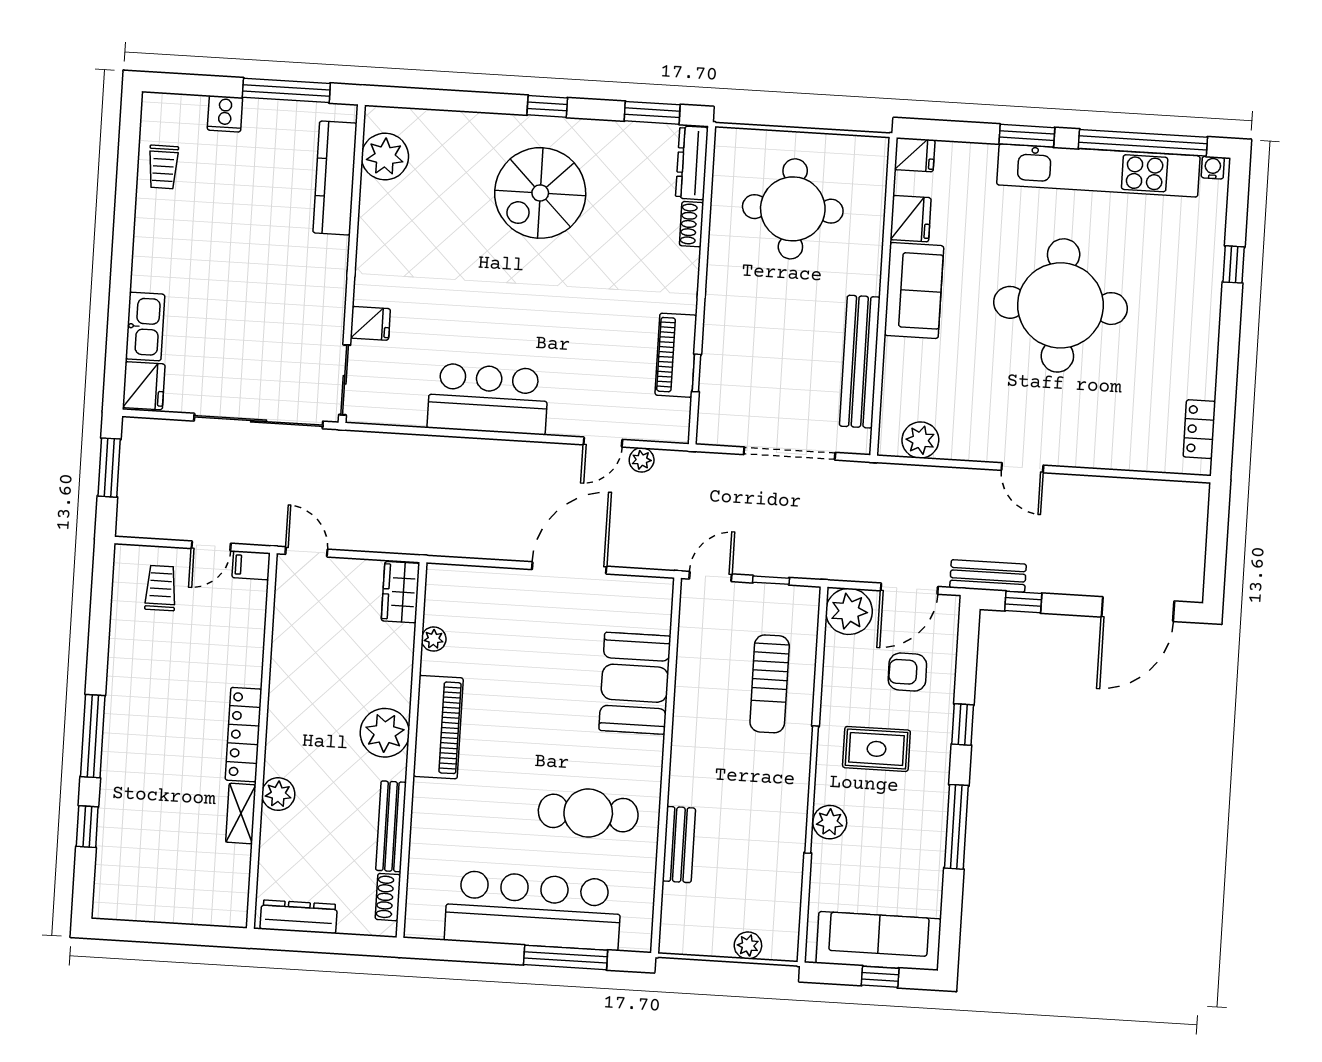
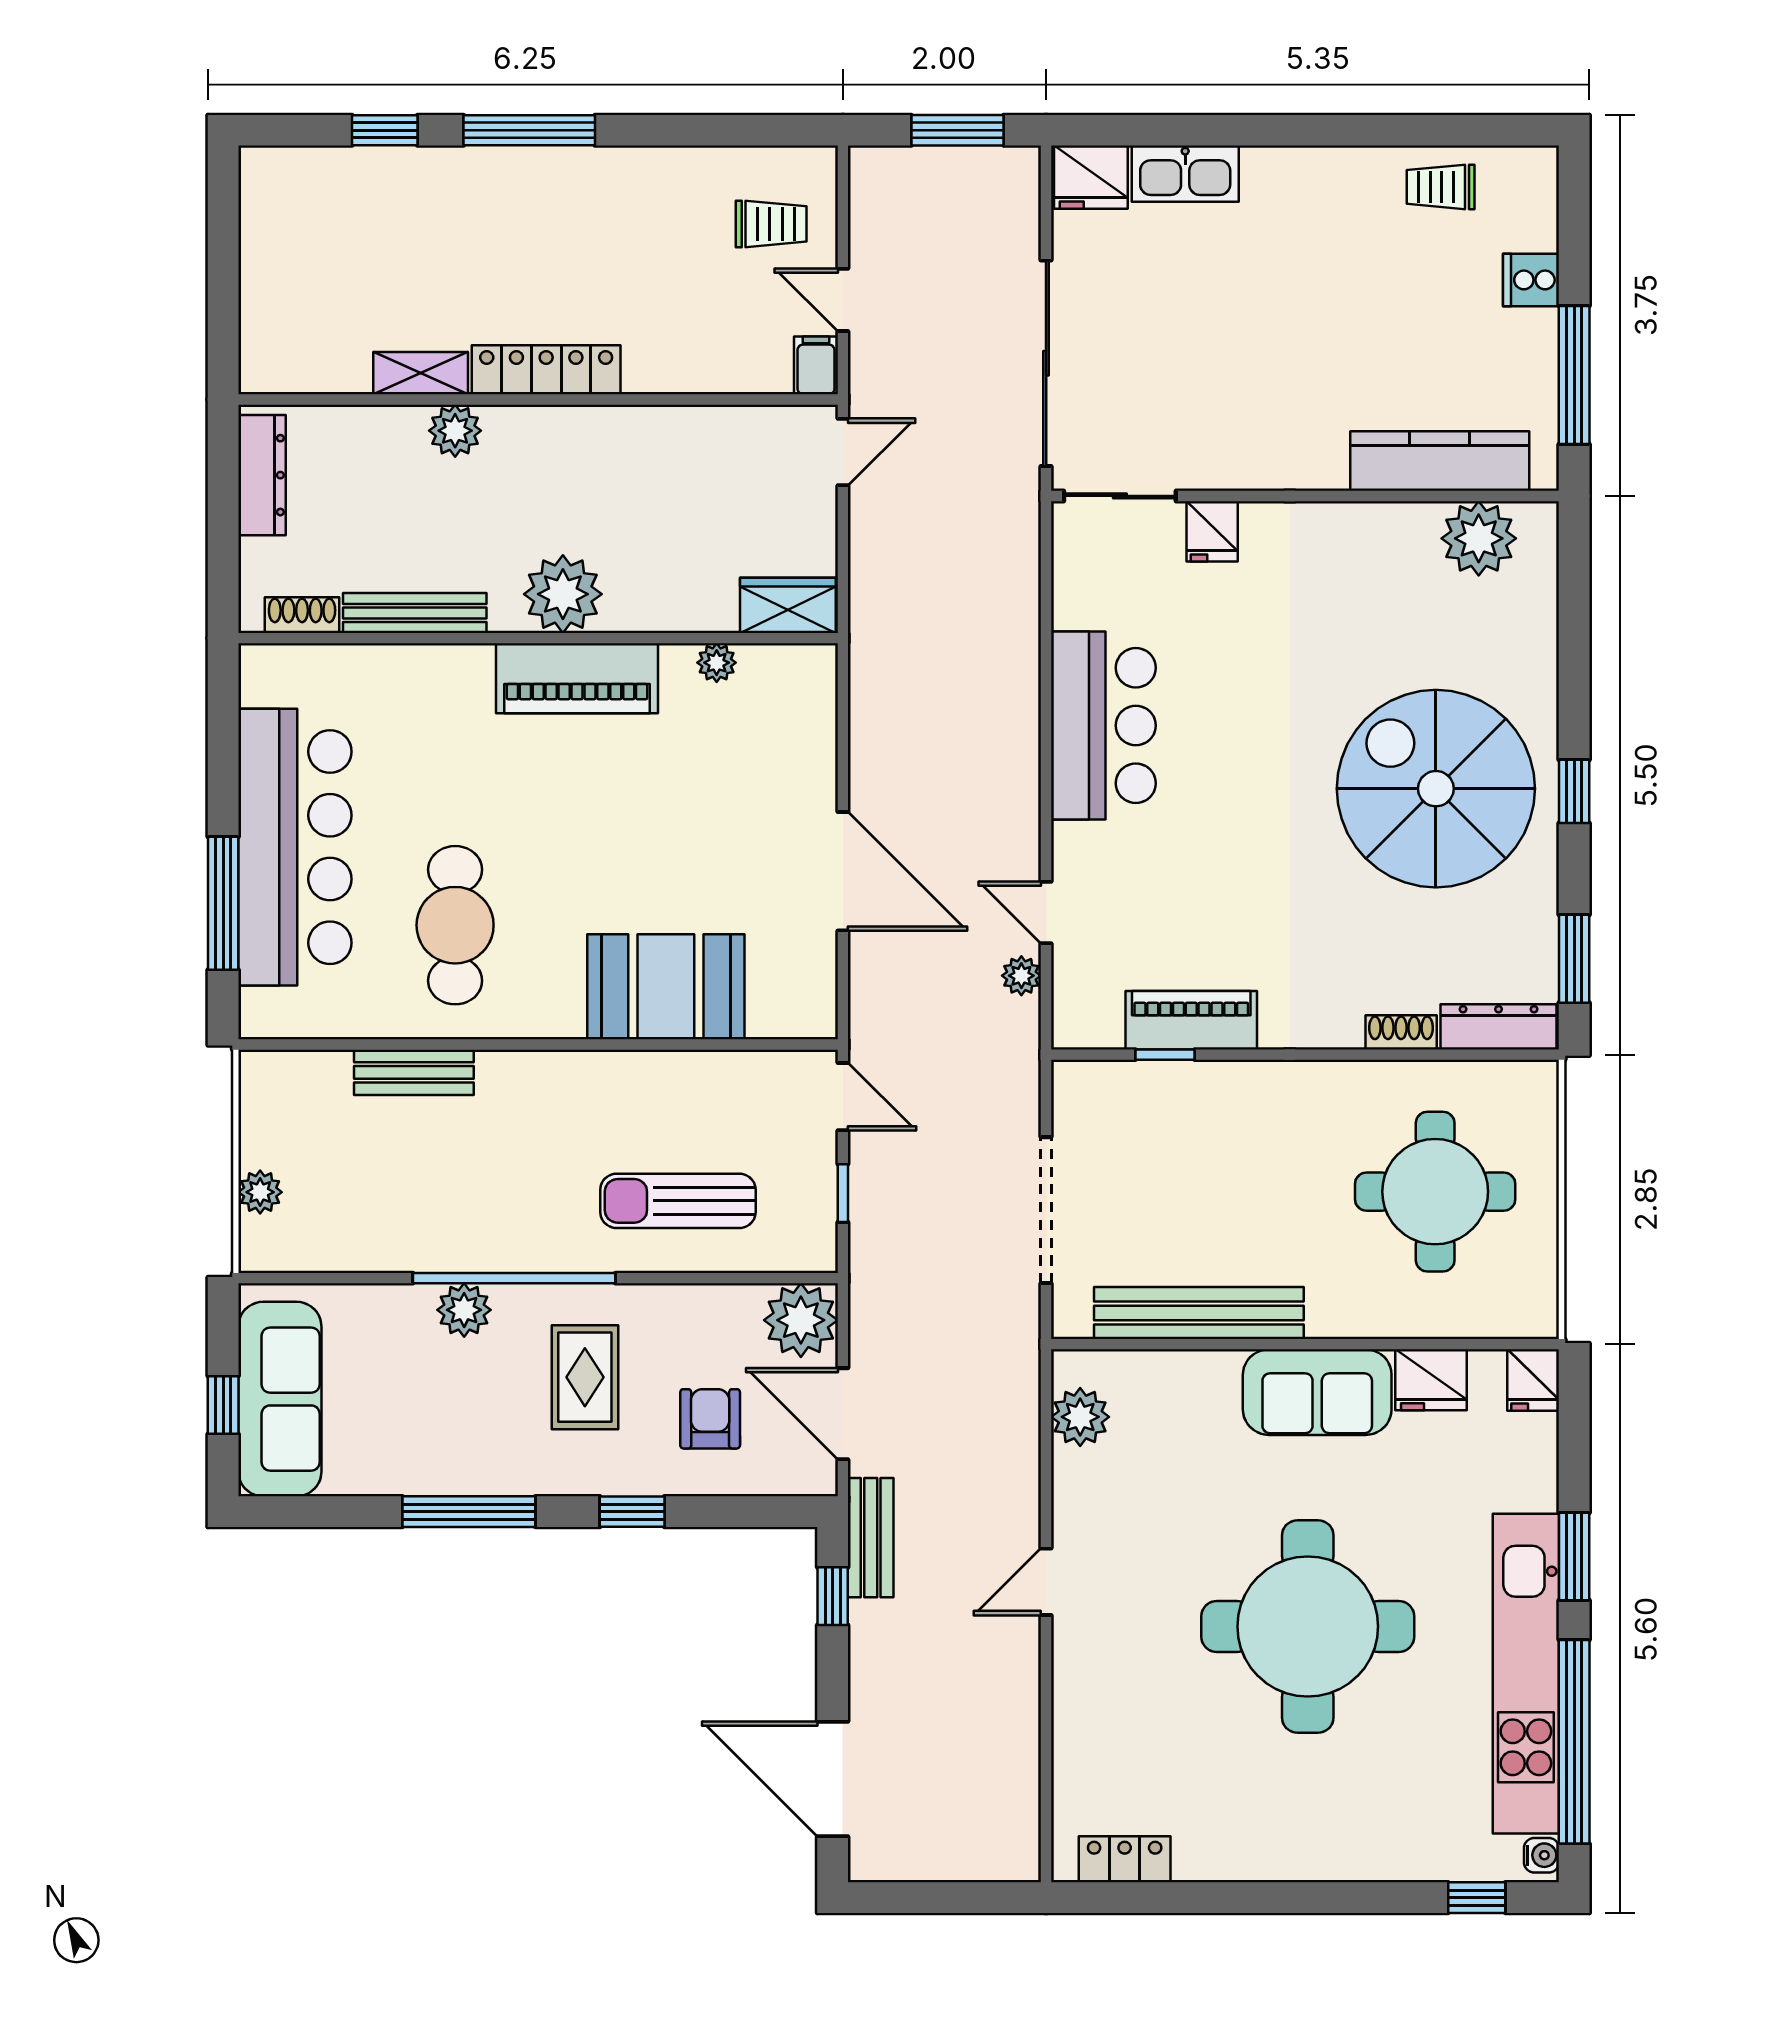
spiral stairs: (540, 193) -> (1436, 789), width x1.37, depth x1.37
window: (1234, 264) -> (1477, 1898), moved

